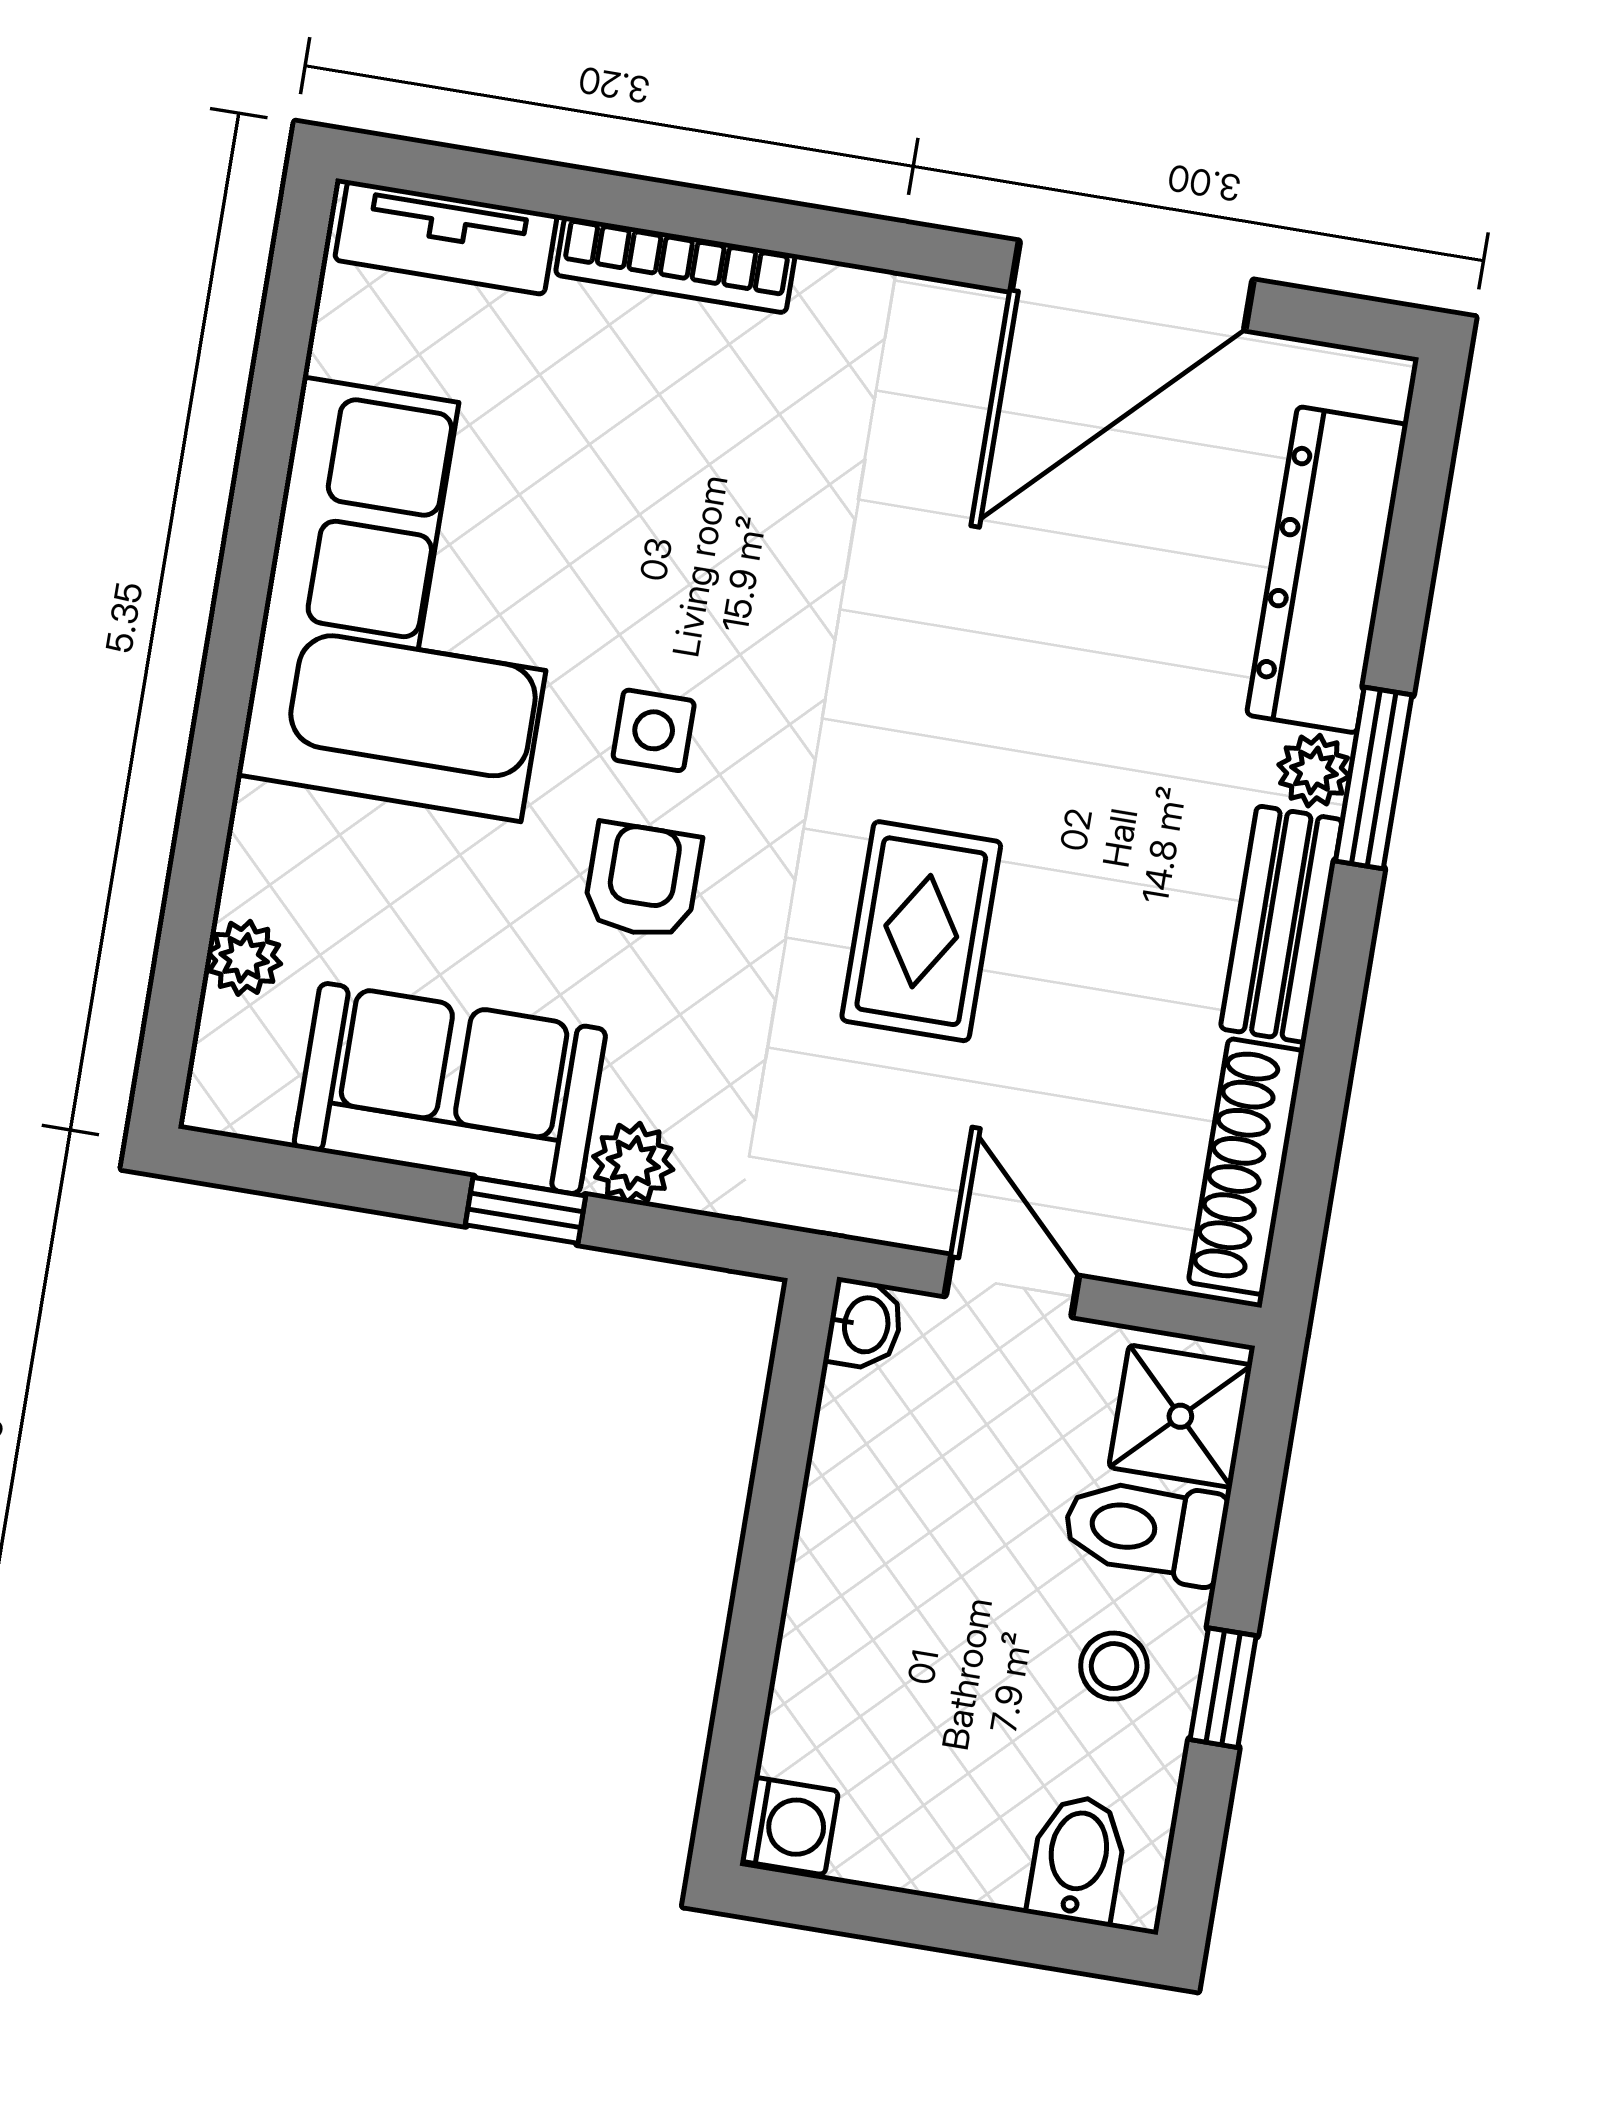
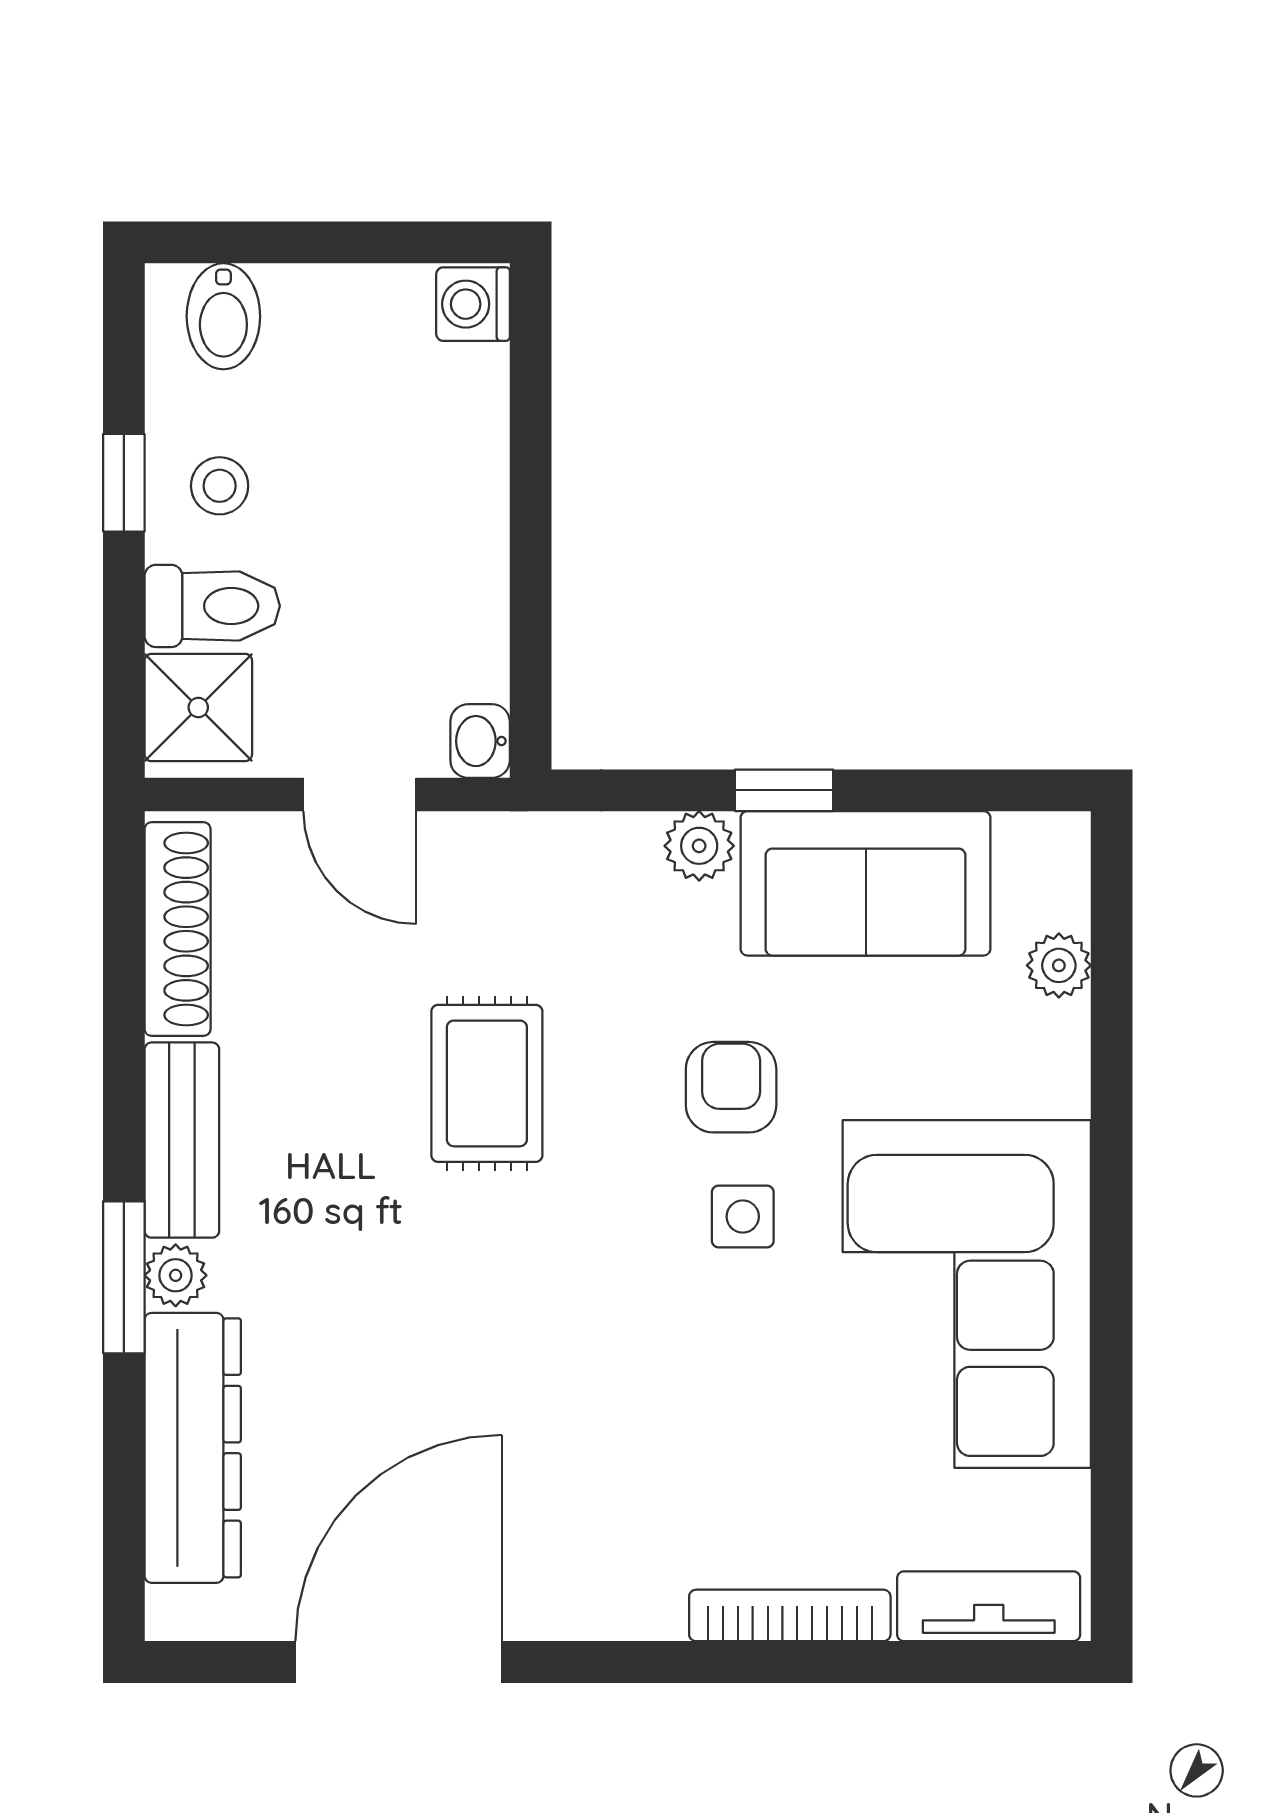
armchair: (642, 881) -> (731, 1087), turned 180

